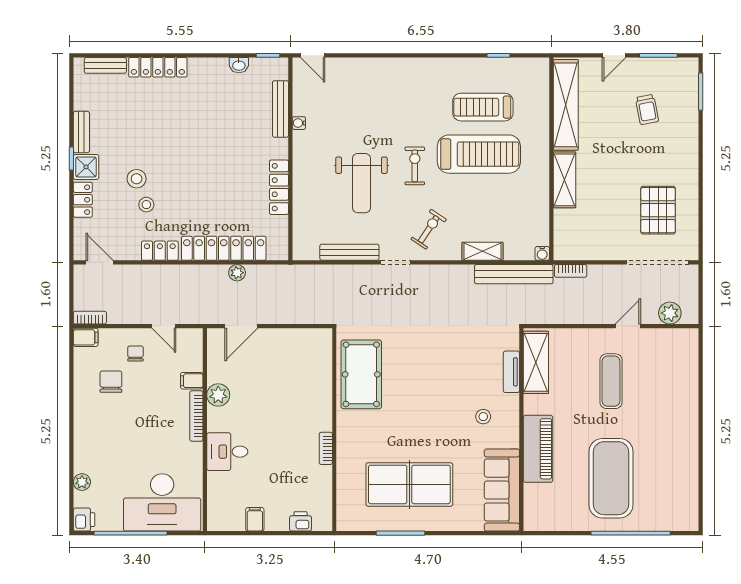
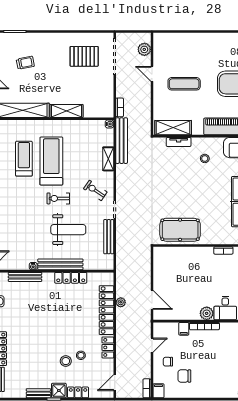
treadmill: (483, 107) -> (24, 159), turned 180
bench: (302, 170) -> (60, 264), added
plant: (218, 395) -> (207, 313), moved

